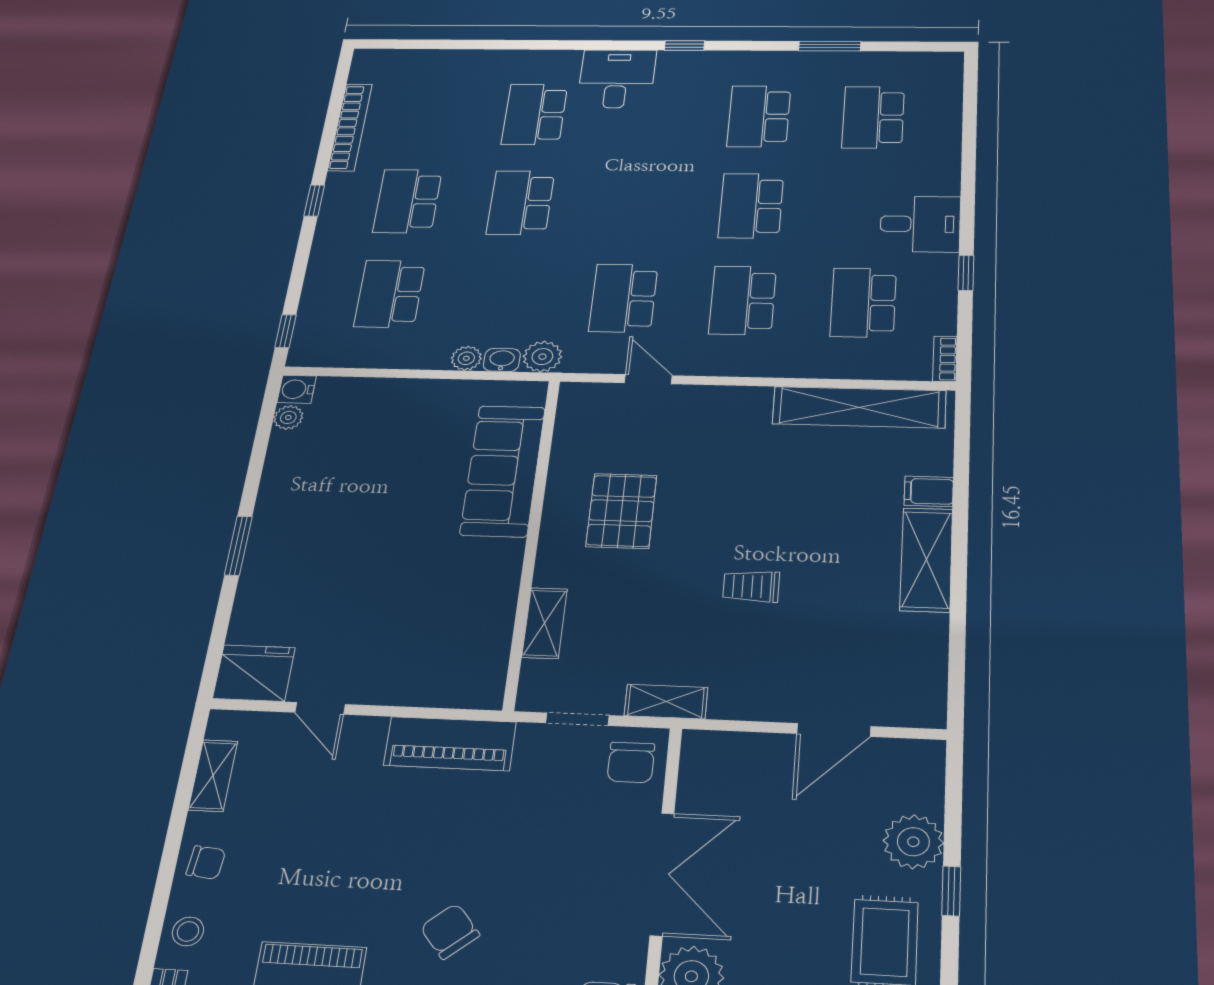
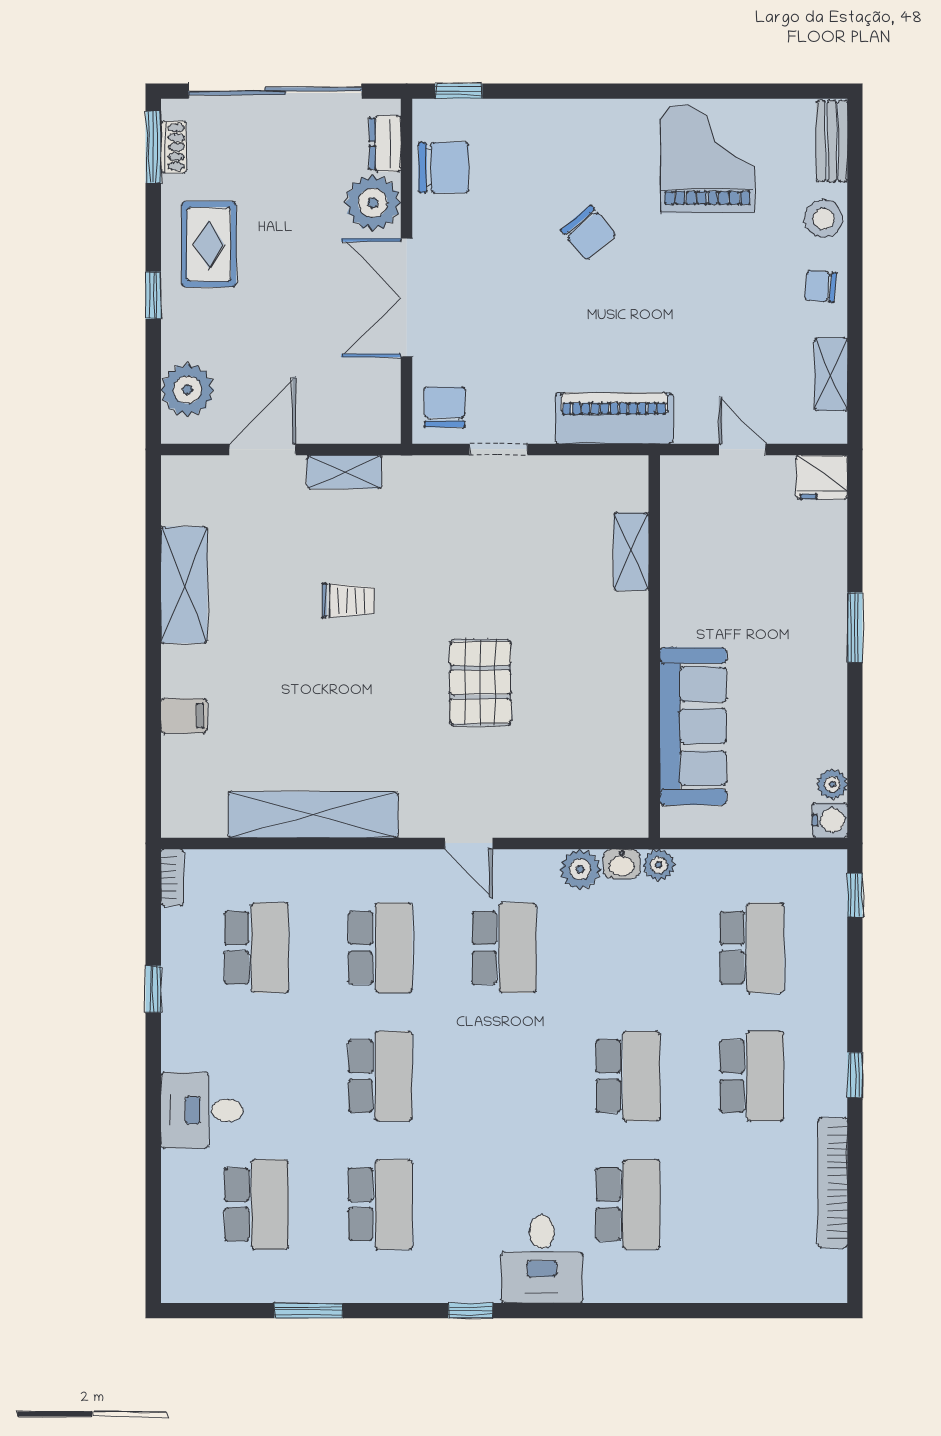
desk: (920, 224) -> (202, 1110), moved
shelving: (859, 407) -> (313, 815), moved
sofa: (503, 470) -> (693, 726), moved
wall: (532, 539) -> (654, 646), moved
shelving: (926, 560) -> (184, 585), moved
shelving: (545, 623) -> (631, 552), moved
fridge: (254, 673) -> (822, 477), width x0.73, depth x0.75
shelving: (666, 702) -> (344, 472), moved
plant: (913, 842) -> (187, 390), moved
stool: (188, 931) -> (824, 219), width x1.37, depth x1.37

